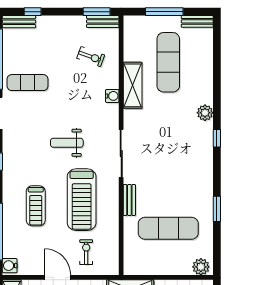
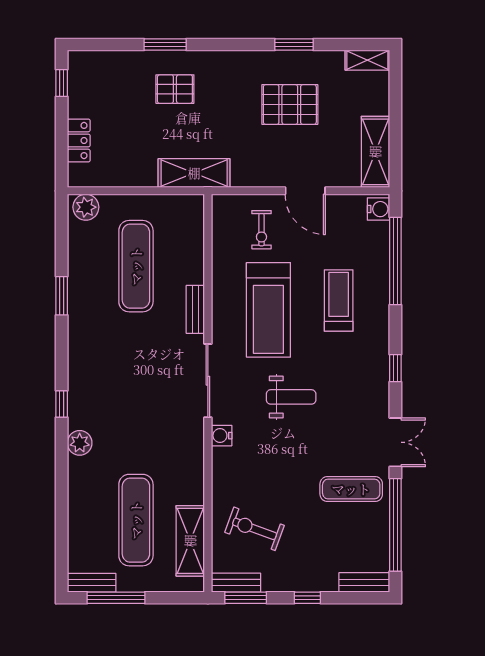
window: (33, 12) -> (307, 598), moved
window: (164, 12) -> (116, 598), moved
exercise bike: (91, 57) -> (255, 529), width x1.38, depth x1.39
shelving: (133, 85) -> (190, 541), moved
water cooler: (112, 96) -> (222, 436), moved
treadmill: (82, 200) -> (268, 310), turned 180
exercise mat: (168, 228) -> (136, 266), turned 90

